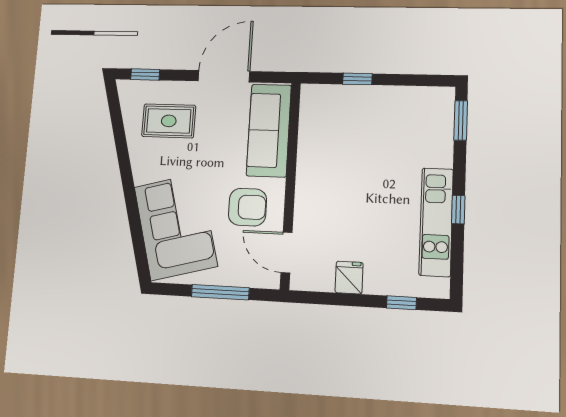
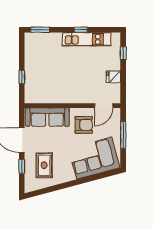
window: (145, 74) -> (22, 166), moved
armchair: (247, 207) -> (84, 125), turned 90

